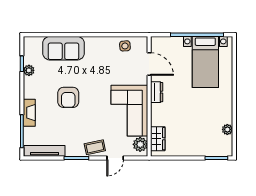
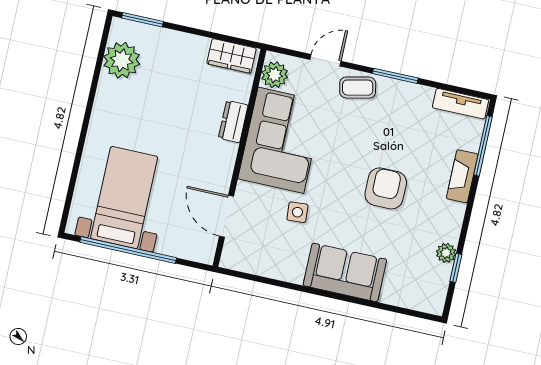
side table: (125, 46) -> (297, 212), moved
sofa: (64, 48) -> (345, 272), moved
dresser: (157, 92) -> (233, 122), moved
plant: (227, 129) -> (122, 60), width x1.88, depth x1.88
wardrobe: (158, 139) -> (232, 56), moved, turned -90
tv unit: (45, 151) -> (461, 104), width x0.71

